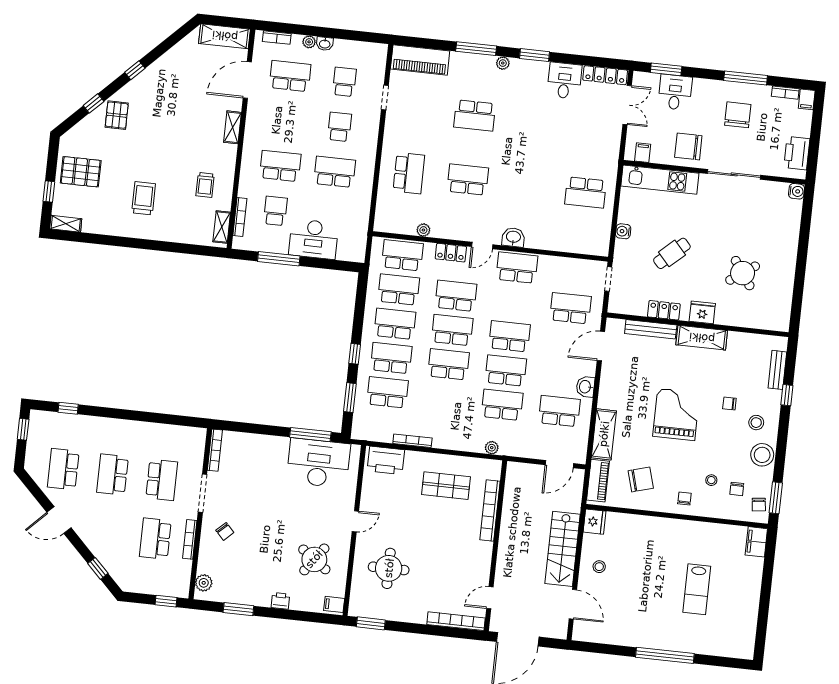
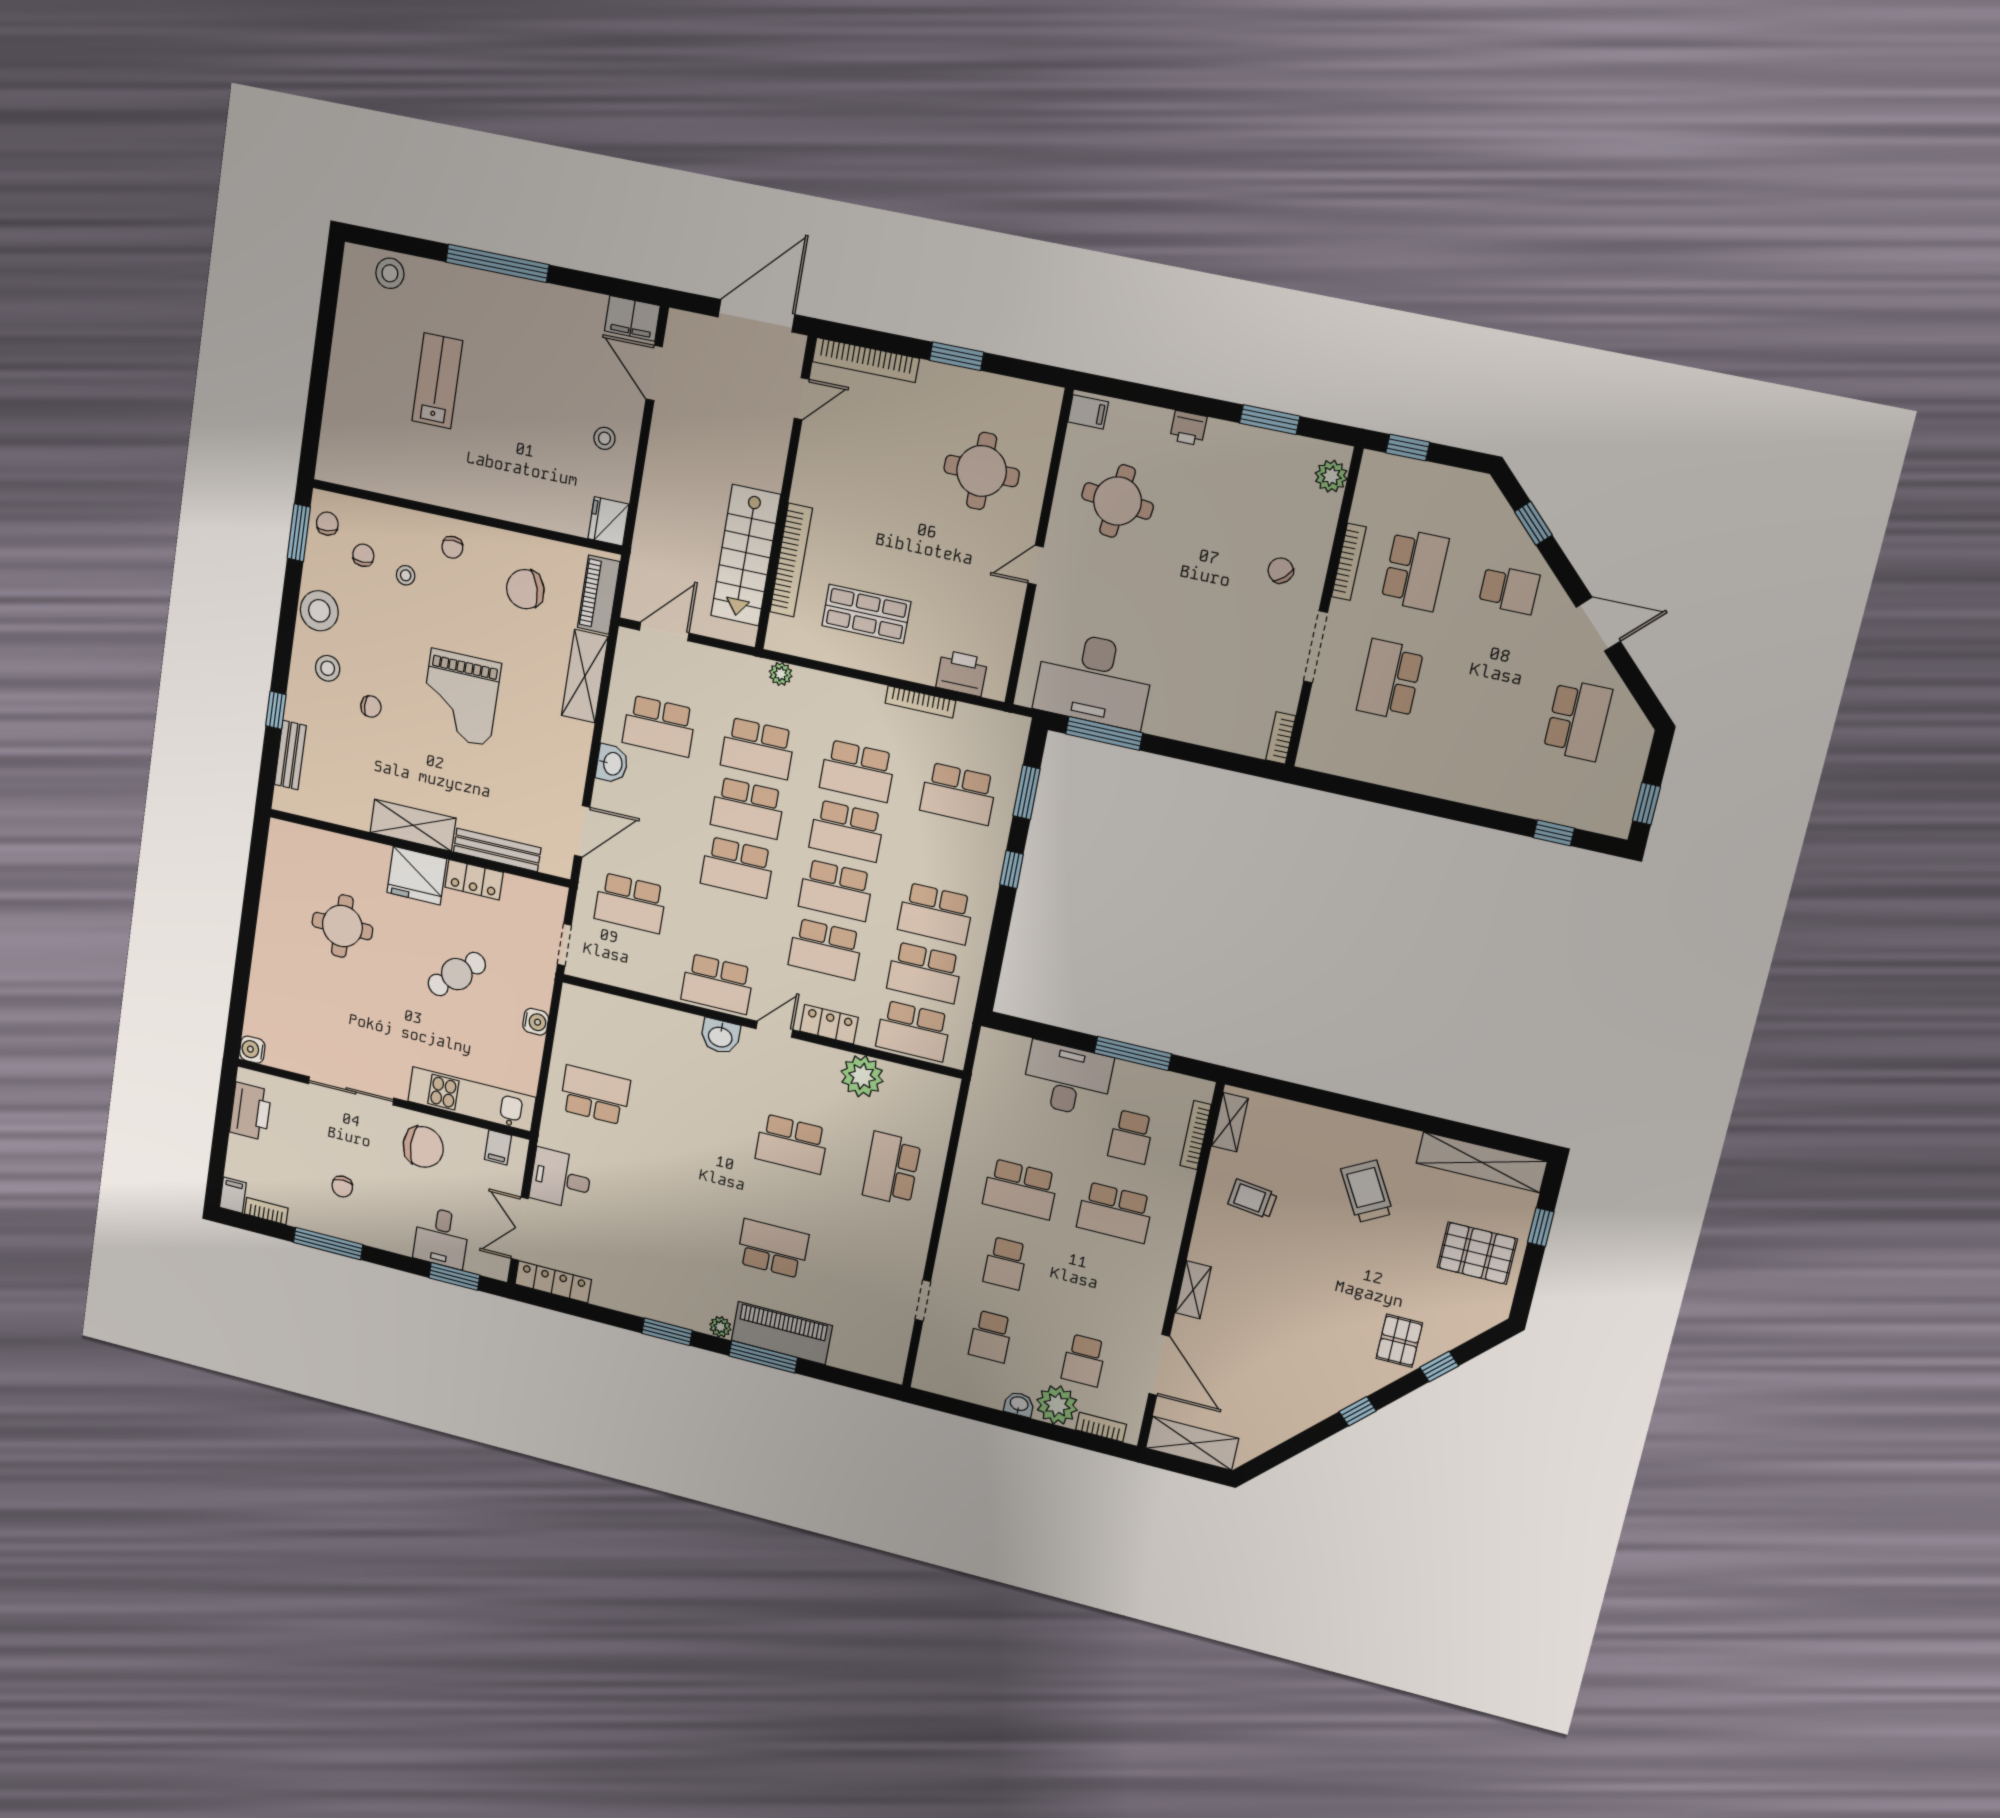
plant: (309, 42) -> (1057, 1405), width x1.88, depth x1.88
piano: (420, 60) -> (782, 1333), moved
school desk: (290, 76) -> (1084, 1360), width x0.54
door: (247, 80) -> (1159, 1365), hinge flipped
desk: (564, 81) -> (561, 1179), moved, turned 90
chair: (738, 115) -> (342, 1187), width x0.54, depth x0.54
trolley: (205, 185) -> (1252, 1199), turned -83
trolley: (144, 198) -> (1367, 1191), turned 151
shelving: (66, 224) -> (1482, 1162), width x2.20, depth x1.33
plant: (423, 230) -> (862, 1076), width x1.88, depth x1.88
round table: (743, 273) -> (342, 926), turned 35
fridge: (702, 312) -> (417, 876), width x1.36, depth x1.34
school desk: (391, 358) -> (857, 771), moved
bookcase: (215, 450) -> (1281, 738), width x0.64
printer: (386, 460) -> (962, 673), width x0.73, depth x0.84
school desk: (112, 474) -> (1509, 590), moved, width x0.54
filing cabinet: (756, 542) -> (632, 318), moved, turned 90
stairs: (563, 549) -> (746, 555), moved, turned 180
round table: (314, 559) -> (1118, 501), turned -30
window: (371, 623) -> (957, 356), moved
stool: (726, 645) -> (390, 273), added

